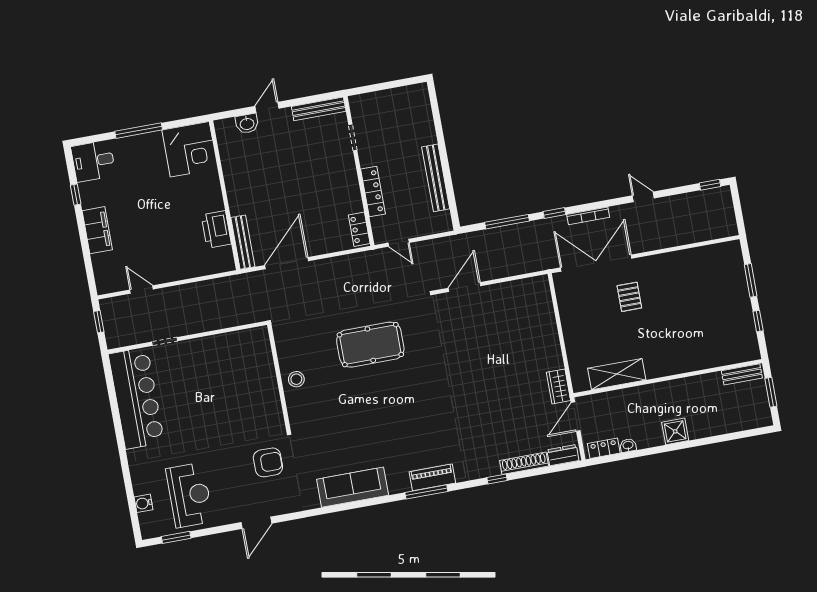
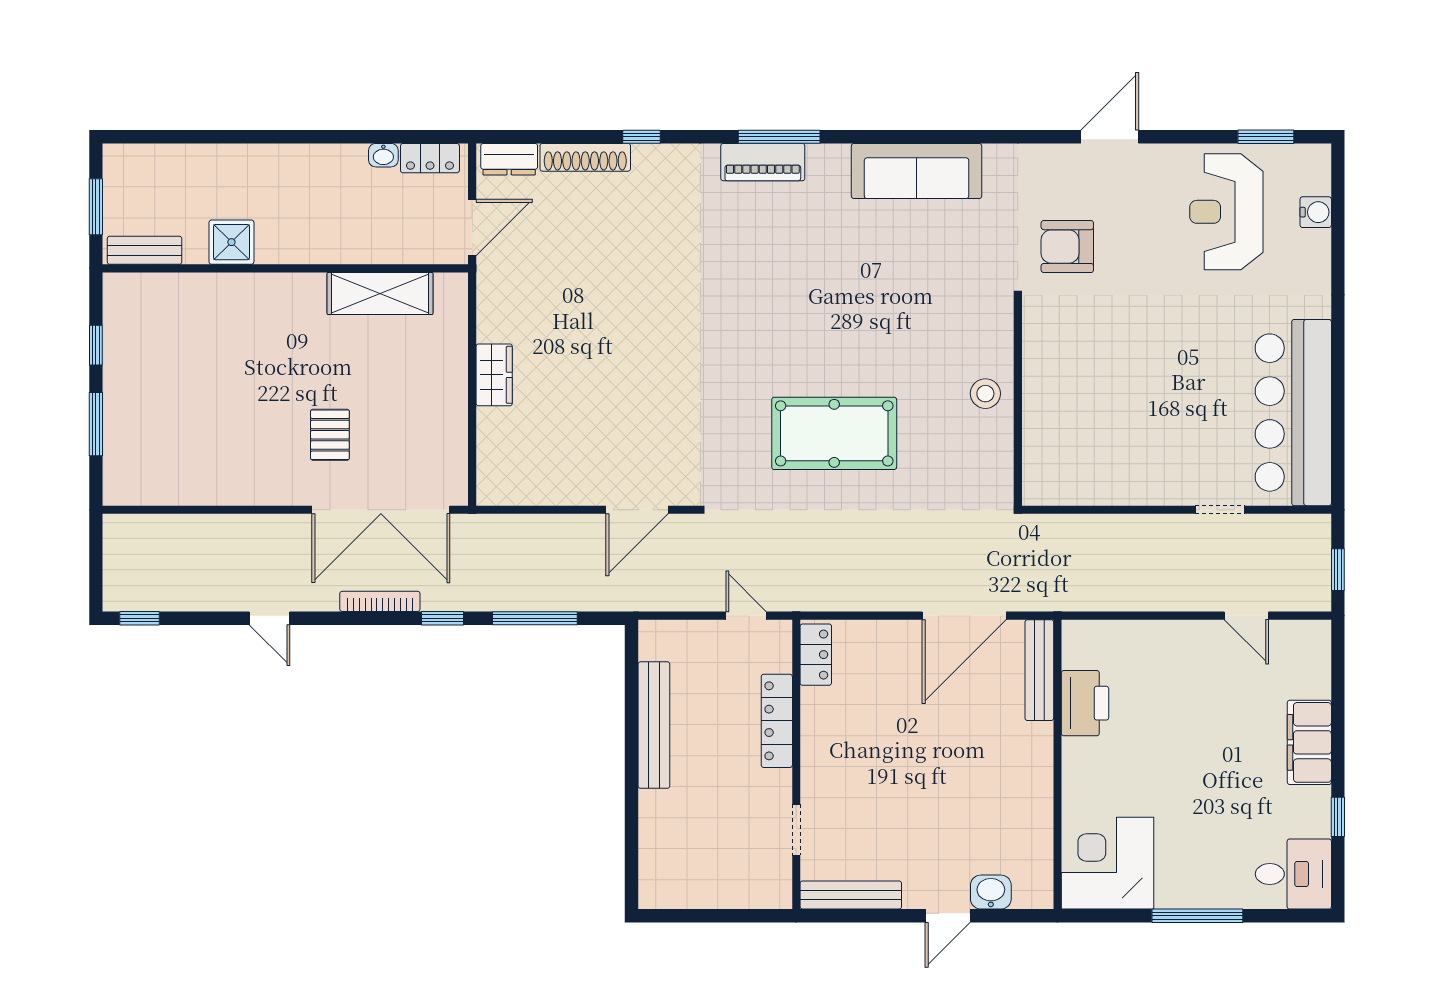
wardrobe: (558, 386) -> (494, 375), moved
shower: (675, 431) -> (231, 242), moved

